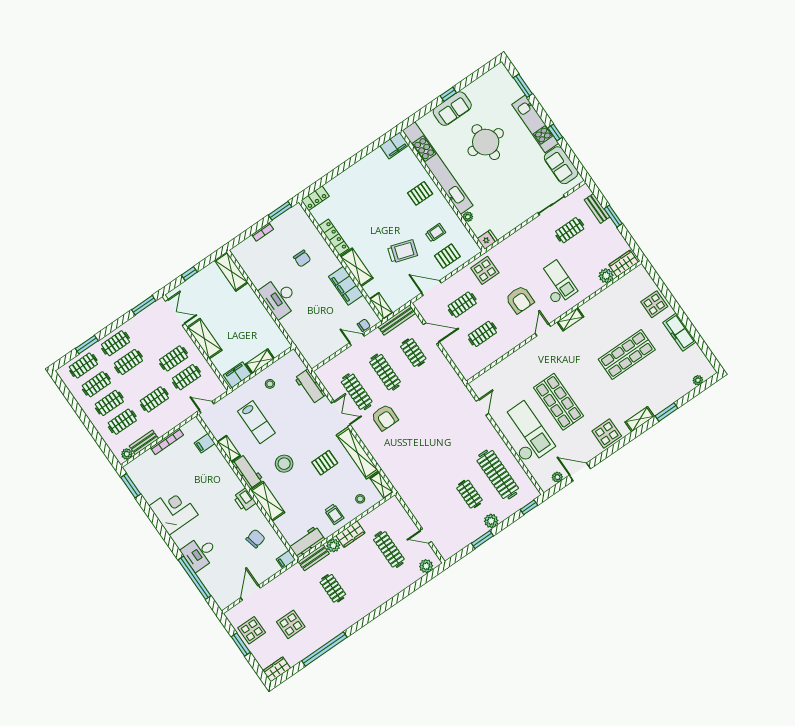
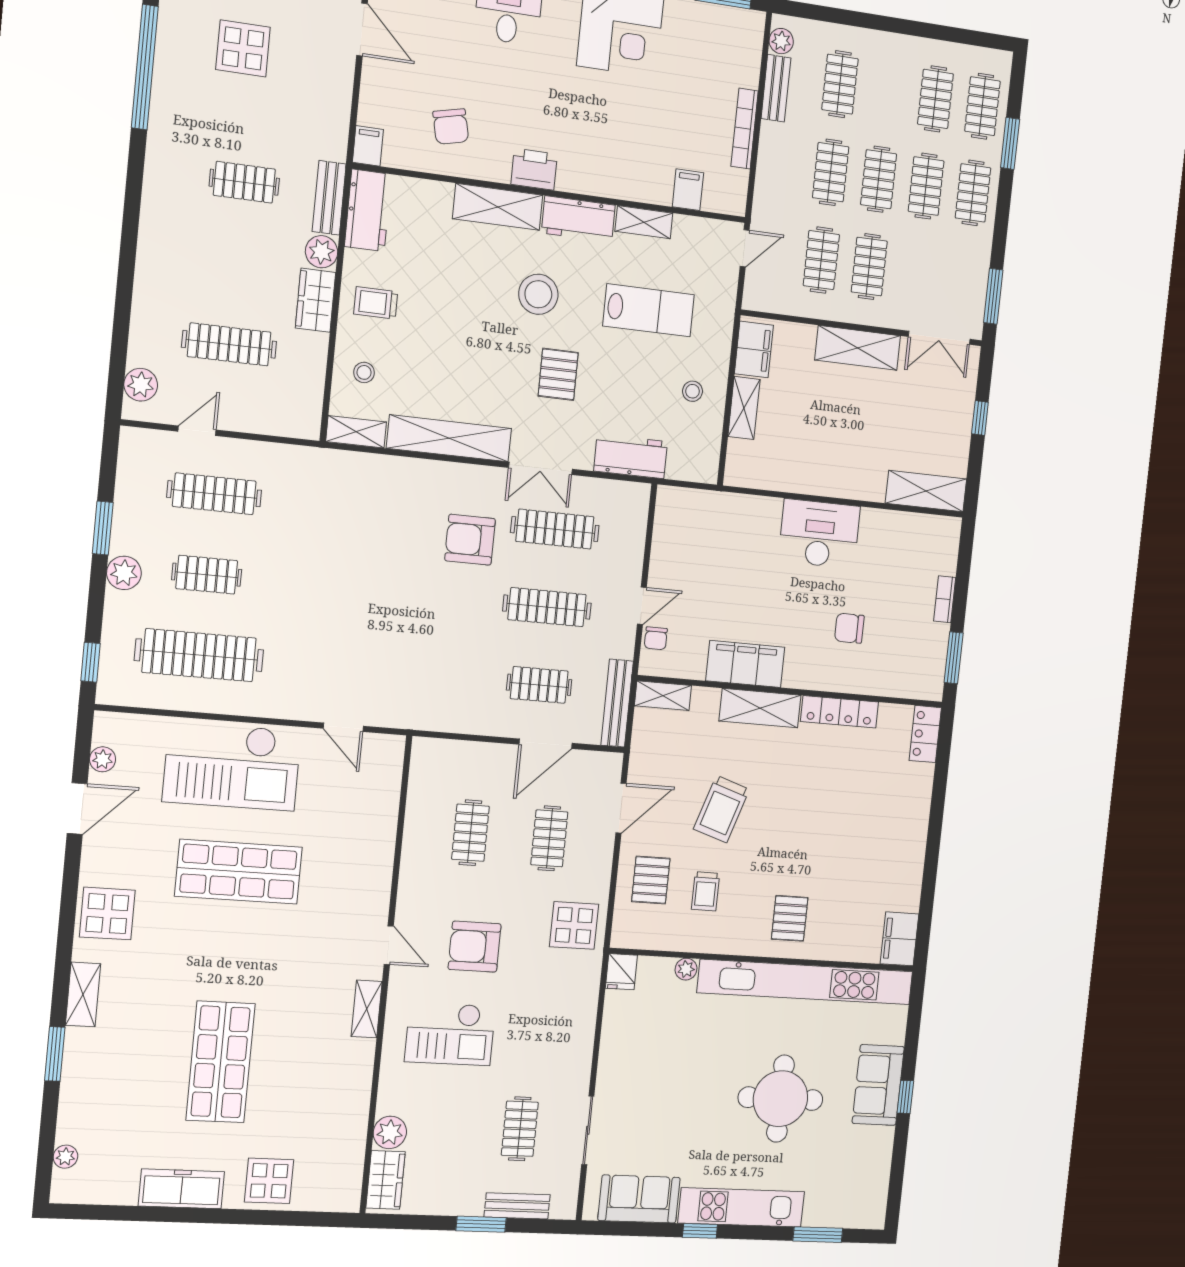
clothes rail: (109, 403) -> (879, 179), moved
lab bench: (256, 422) -> (649, 310), turned 180
pallet: (325, 463) -> (558, 374), moved
clothes rail: (441, 514) -> (214, 494), added

